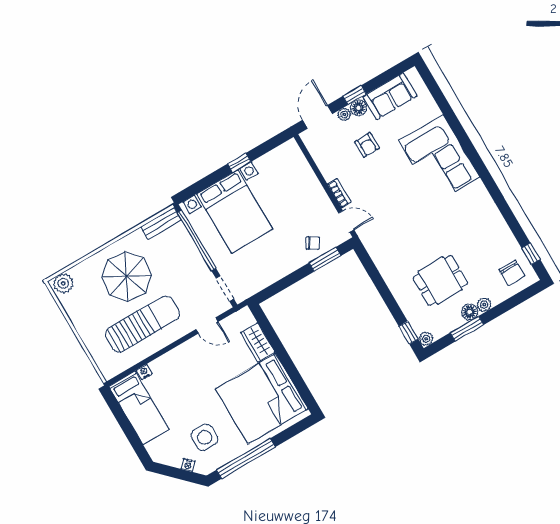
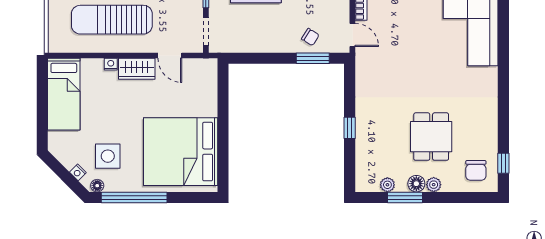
dining table: (440, 281) -> (431, 137), moved, turned 90
sun lounger: (143, 324) -> (112, 20), turned 180
window: (408, 333) -> (350, 128), moved
plant: (426, 339) -> (387, 185), moved
wardrobe: (258, 342) -> (137, 69), moved, turned -90
nightstand: (144, 372) -> (111, 64), moved
floor lamp: (210, 466) -> (97, 186), added

